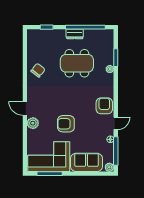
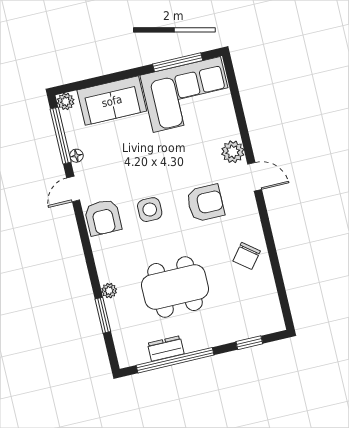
dresser: (75, 34) -> (166, 348), moved
side table: (80, 104) -> (150, 210), added
armchair: (66, 124) -> (205, 203), moved

